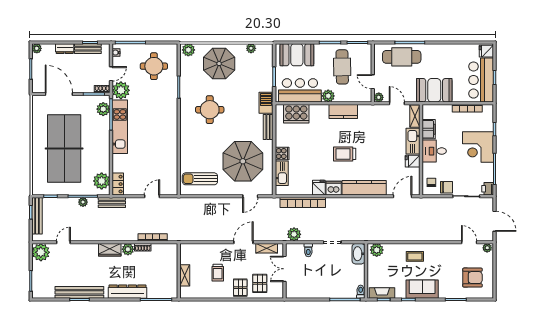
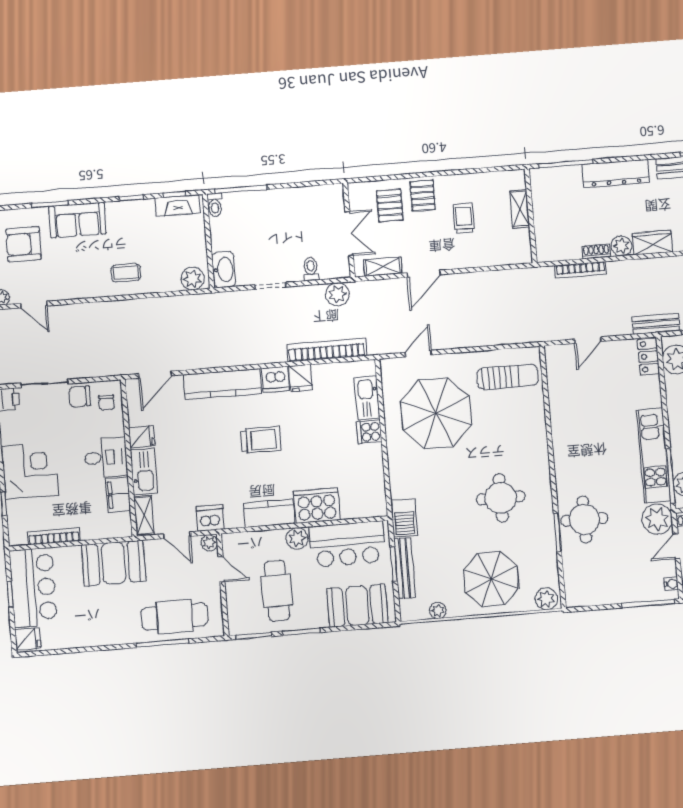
round table: (154, 66) -> (584, 519), moved
dishwasher: (377, 111) -> (210, 518), added
cooker: (296, 114) -> (317, 506), moved
bench: (268, 127) -> (405, 568), moved, width x1.36
sofa: (422, 289) -> (77, 220), moved

